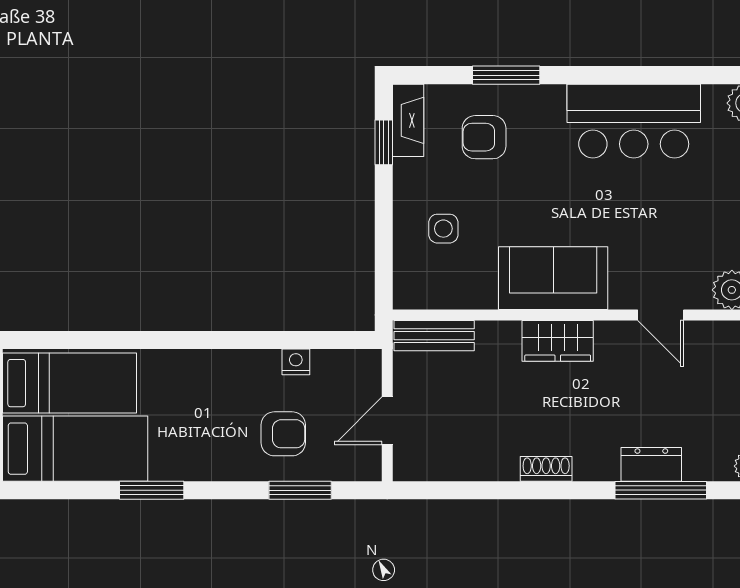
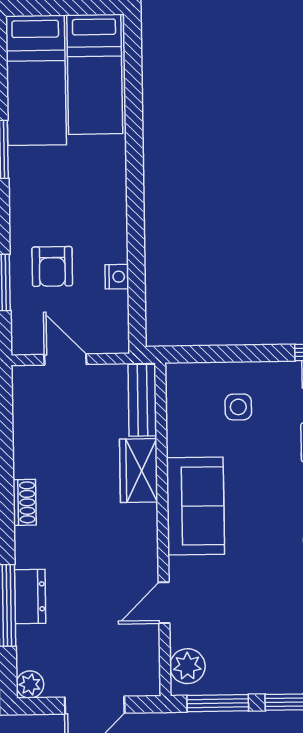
wardrobe: (558, 341) -> (139, 471), moved

